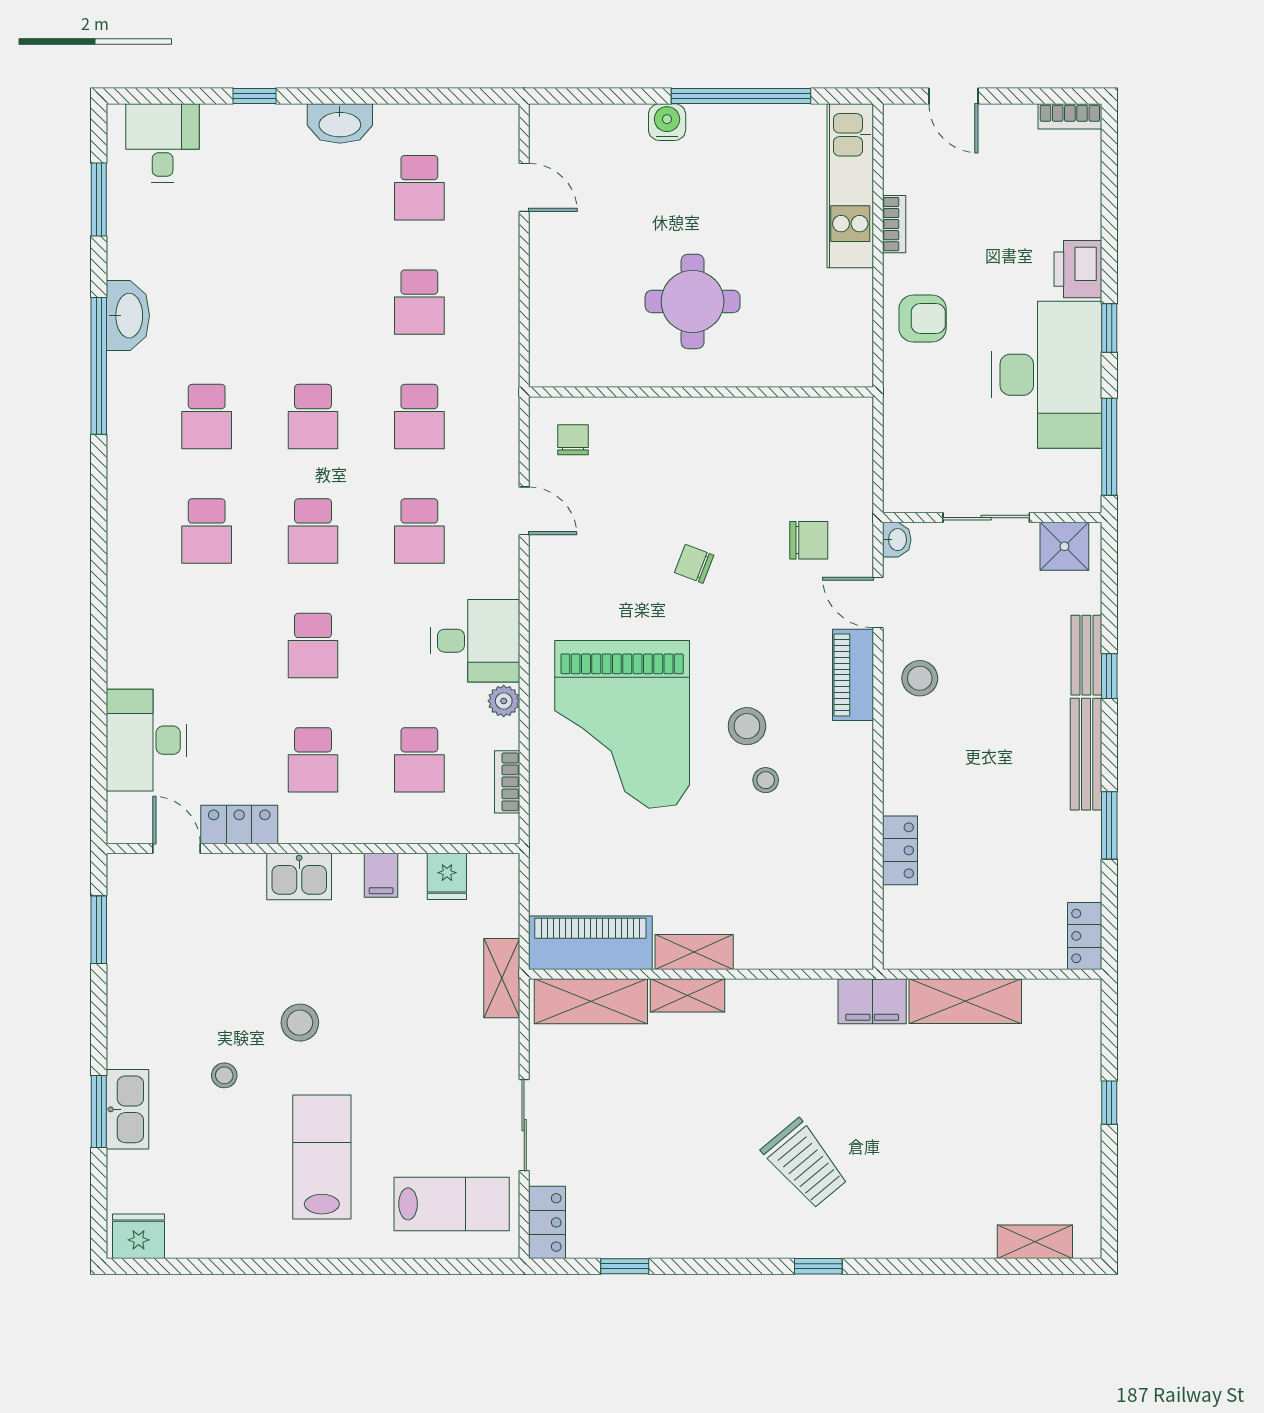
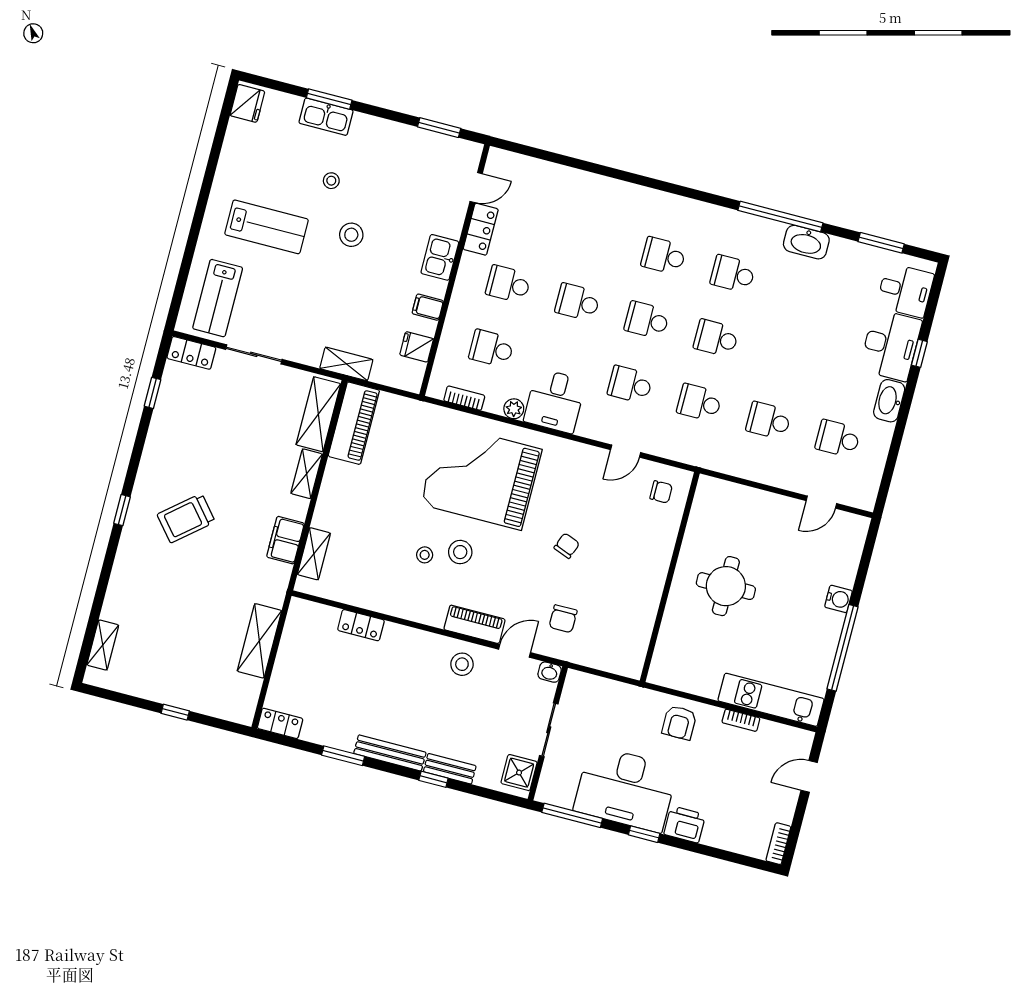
desk: (147, 740) -> (891, 345), moved, turned 90
shelving: (694, 952) -> (314, 554), moved
filing cabinet: (872, 1001) -> (285, 540), moved

